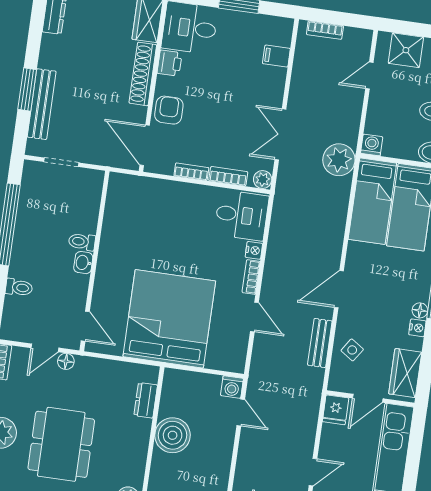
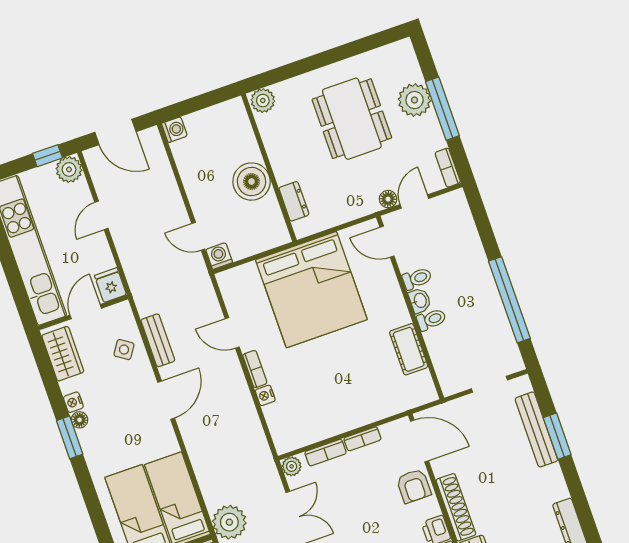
desk: (242, 215) -> (294, 422), removed
cot: (114, 227) -> (409, 349), added
toilet: (19, 287) -> (417, 278), moved, turned 180

